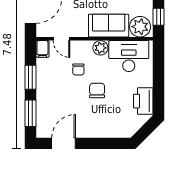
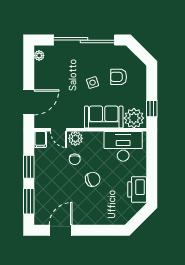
plant: (100, 48) -> (75, 138), moved
chair: (97, 90) -> (93, 179), turned 71

